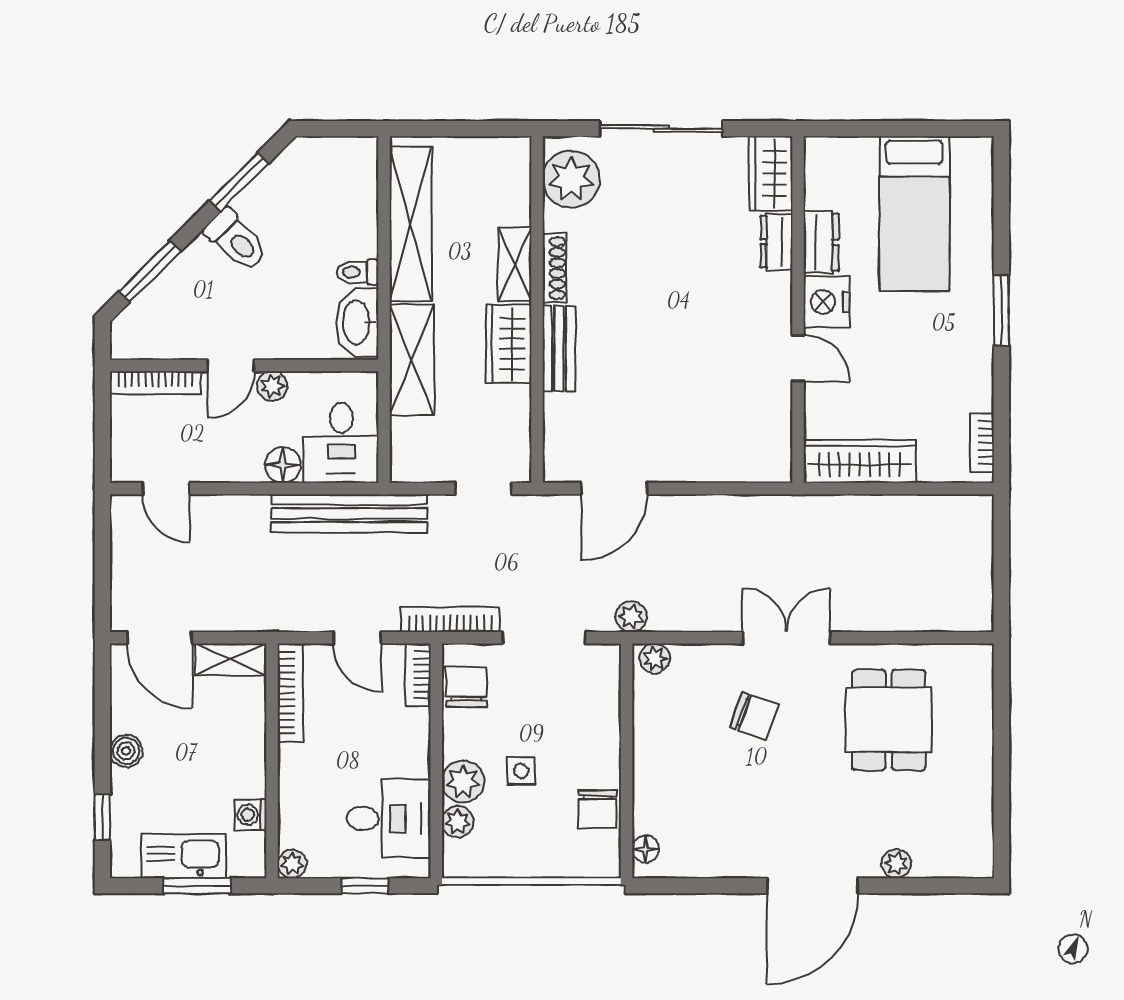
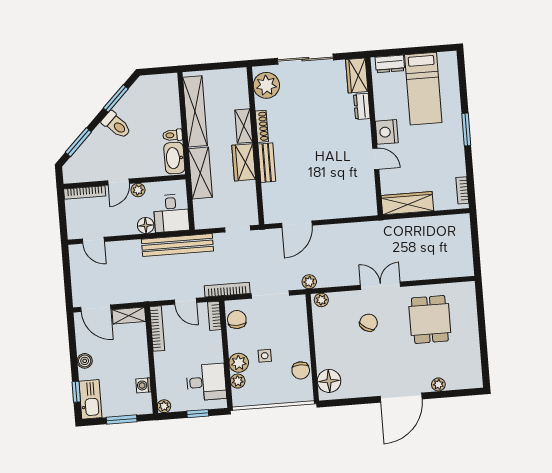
dresser: (821, 242) -> (390, 64), moved, turned 90
chair: (754, 716) -> (369, 323), turned -79
floor lamp: (646, 849) -> (329, 381), width x1.89, depth x1.89
kitchen sink: (183, 856) -> (90, 399), moved, turned 90

